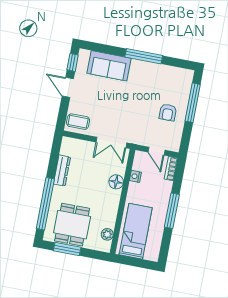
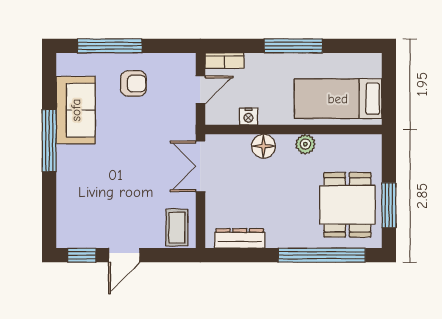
sofa: (109, 66) -> (76, 110), moved
double door: (111, 142) -> (200, 166), swing flipped
dresser: (62, 171) -> (240, 238), moved
dining table: (72, 225) -> (347, 205), turned 90
plant: (107, 234) -> (305, 144), moved

